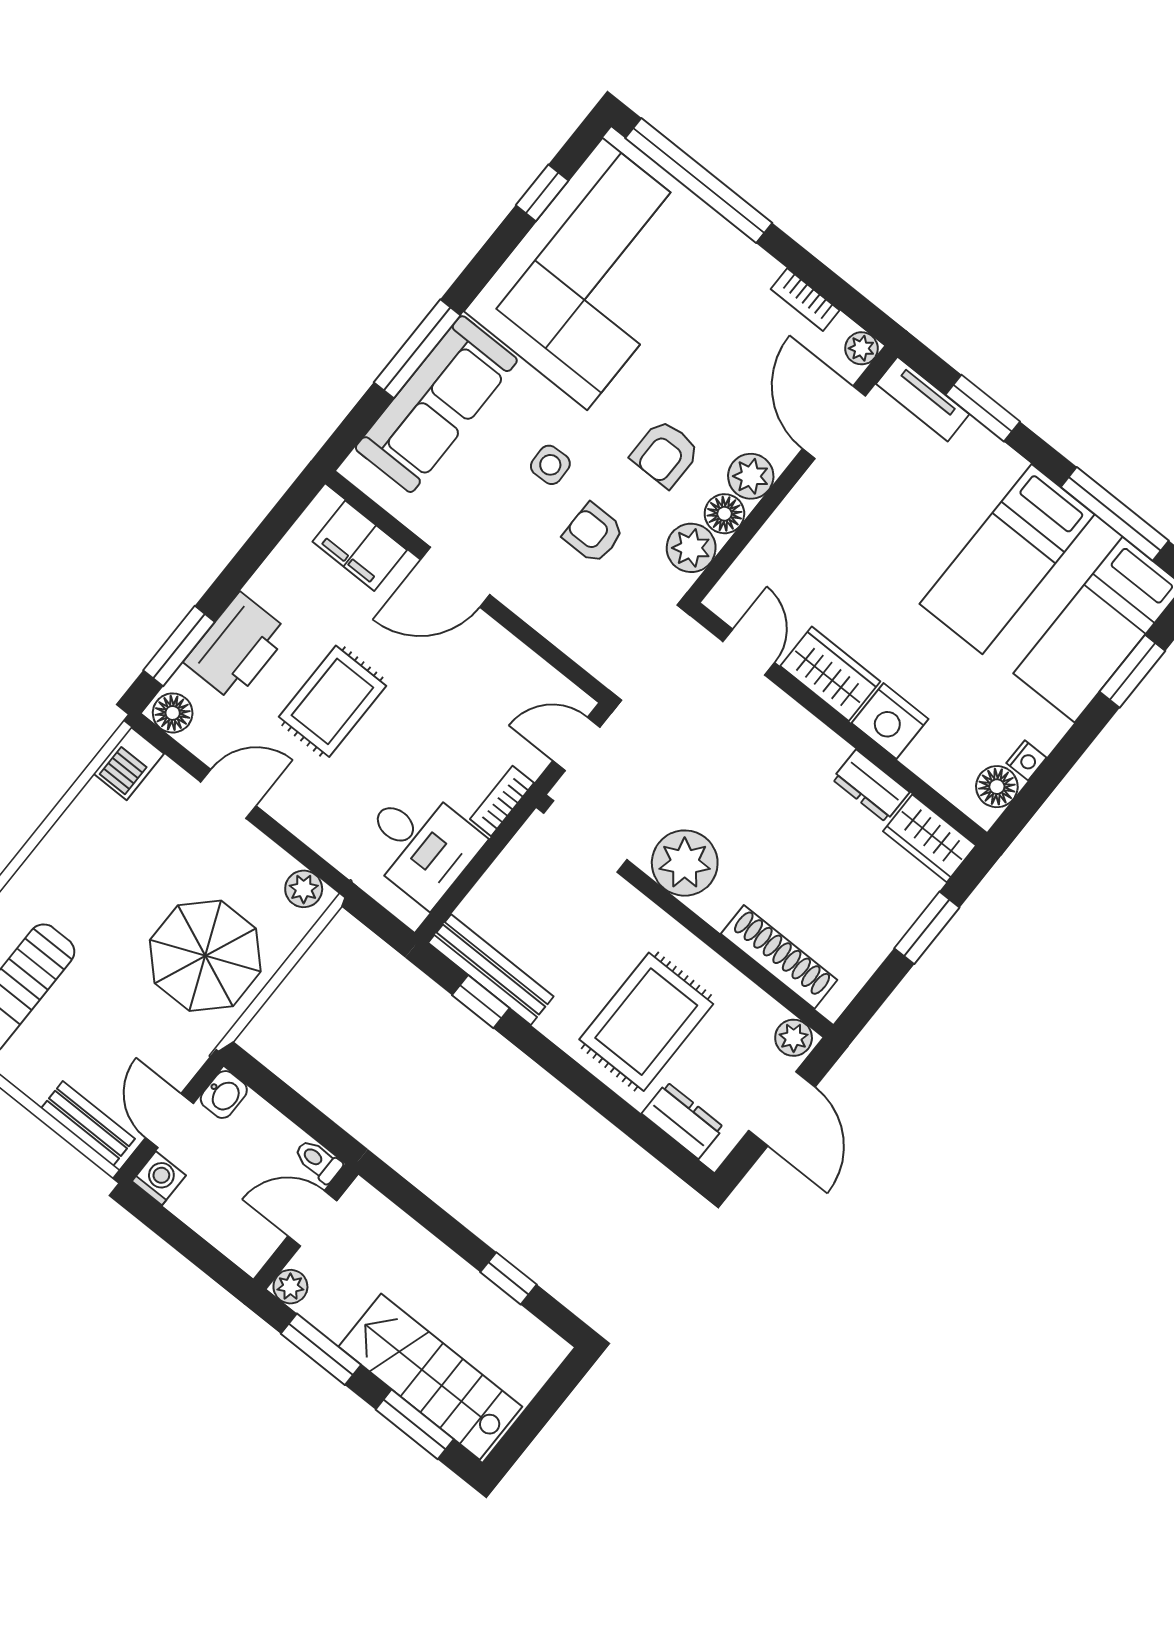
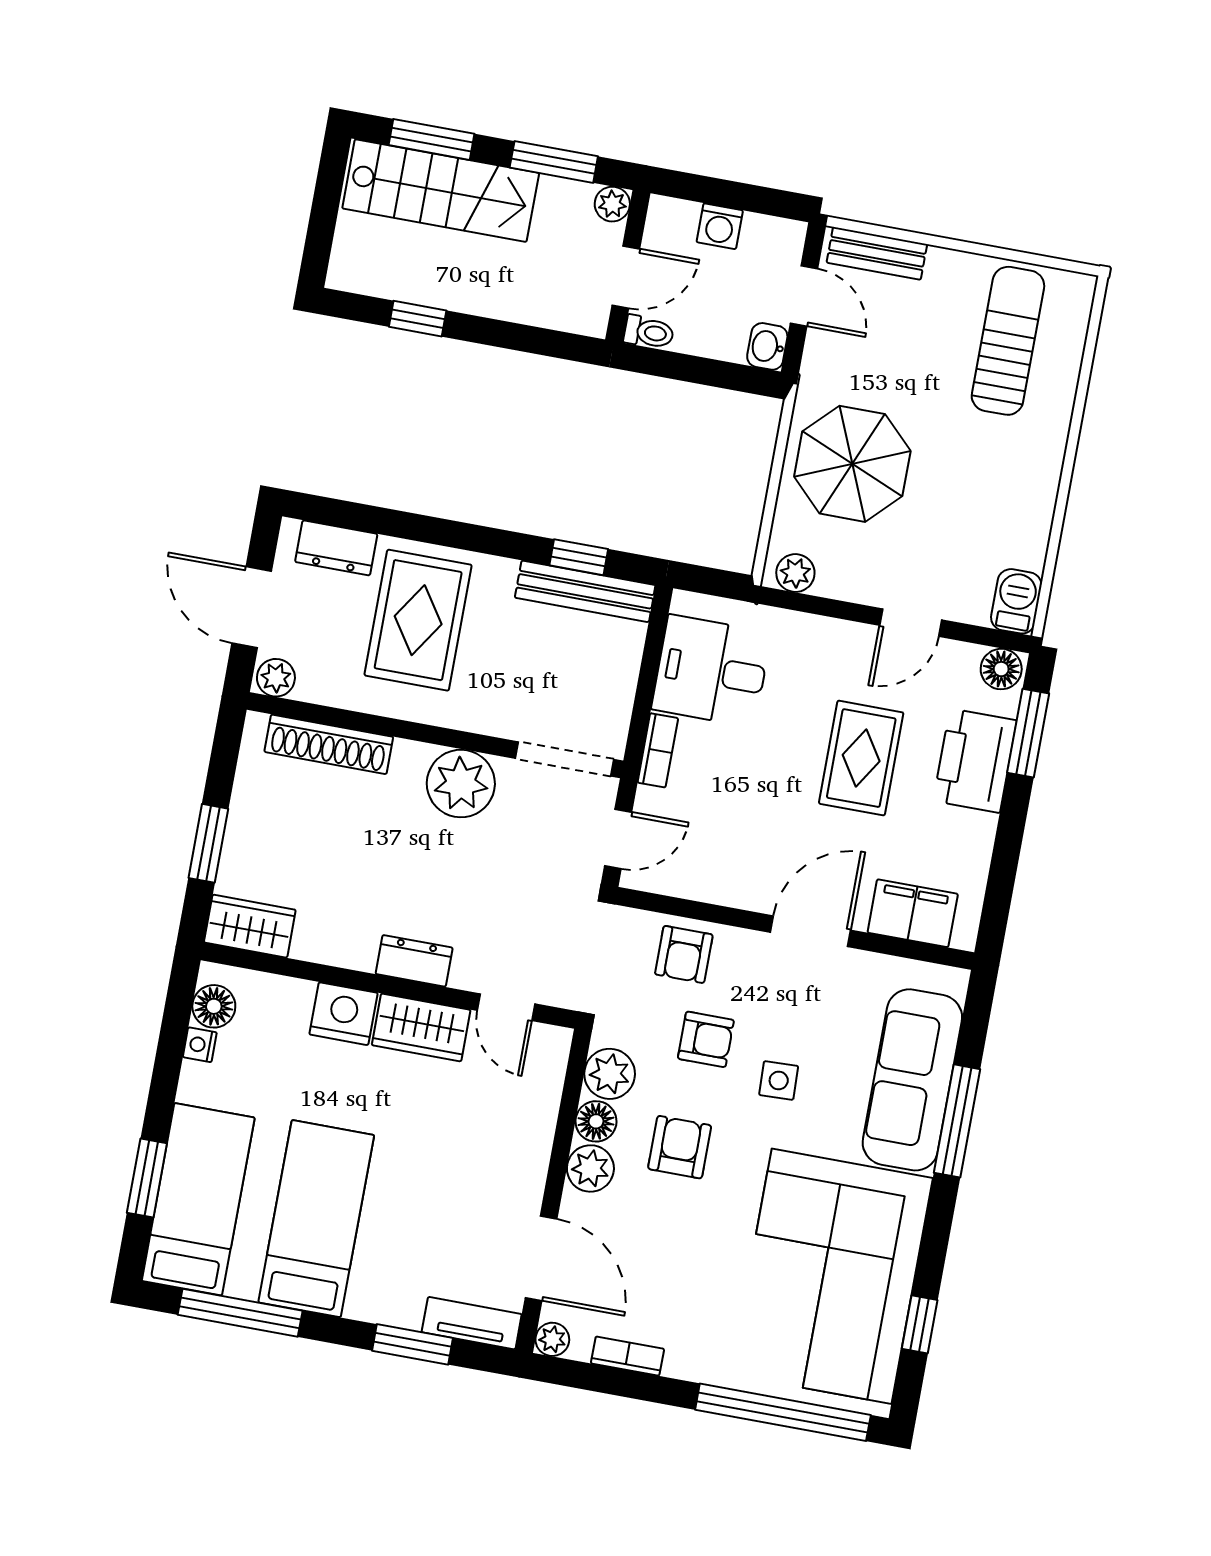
armchair: (573, 616) -> (684, 954), added
dresser: (871, 786) -> (414, 961), moved
washing machine: (159, 1178) -> (720, 226), moved

